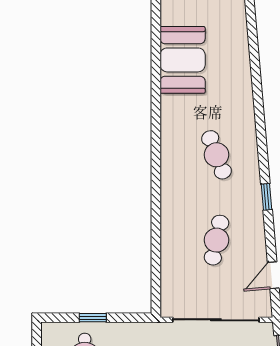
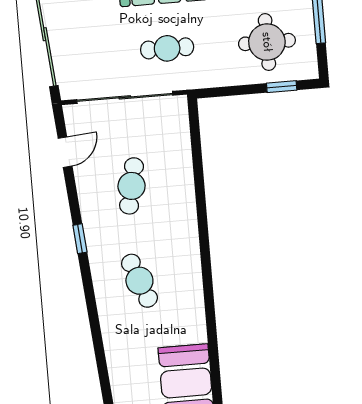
window: (93, 318) -> (282, 87), moved

